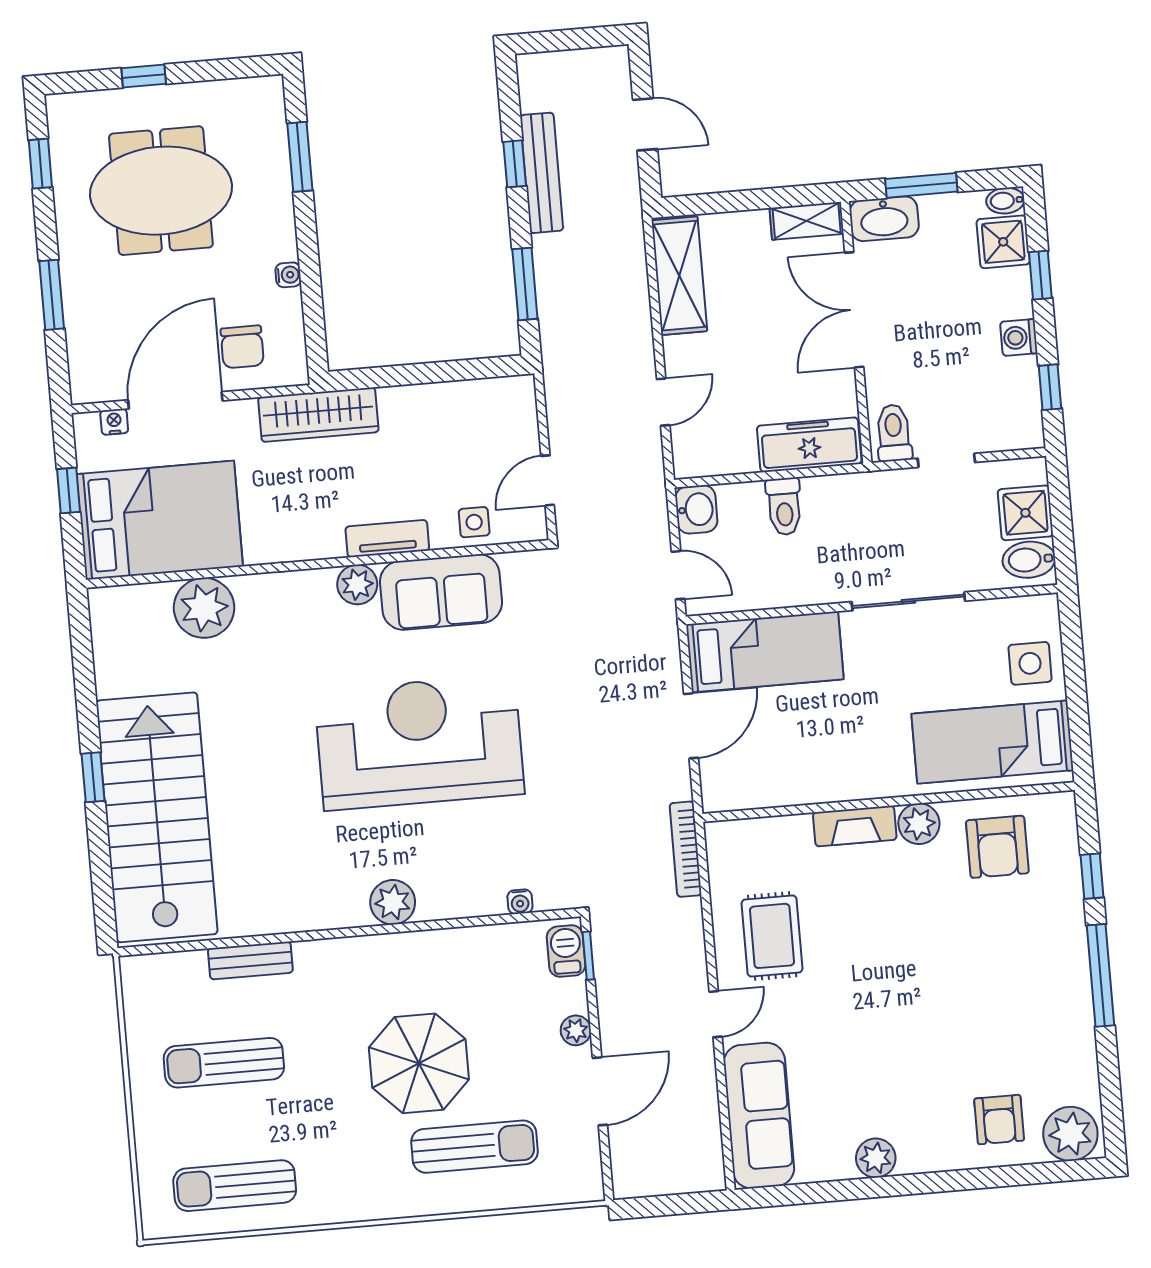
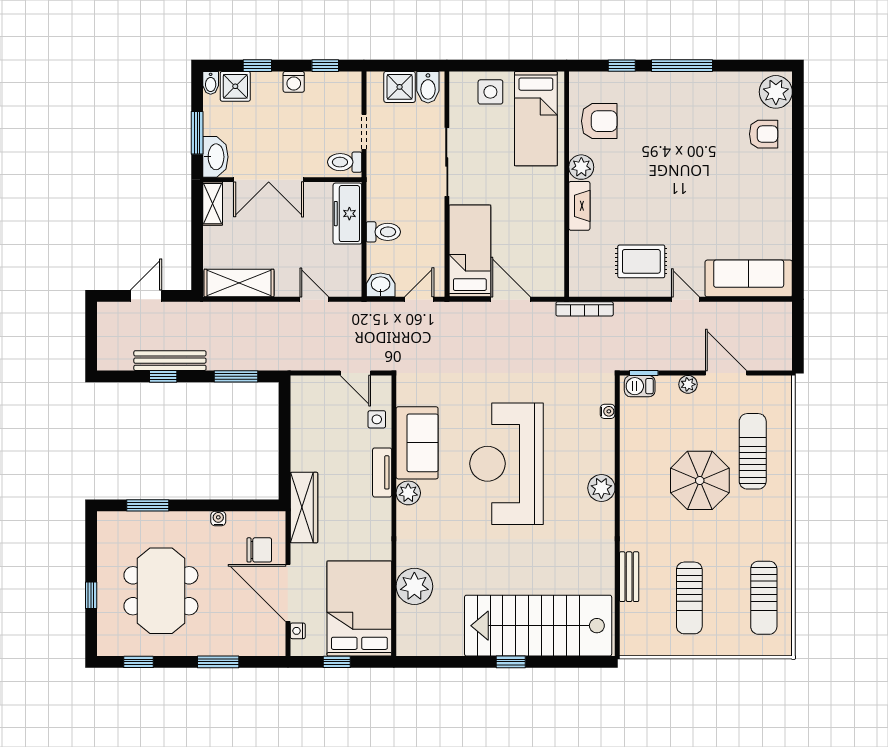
plant: (876, 1158) -> (780, 210), removed

